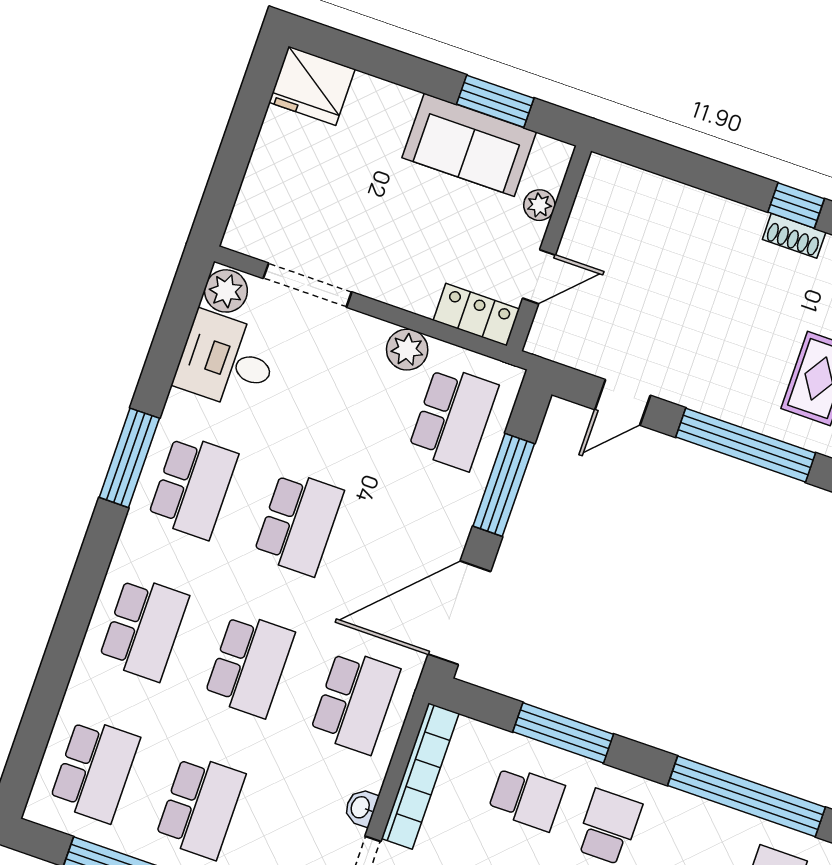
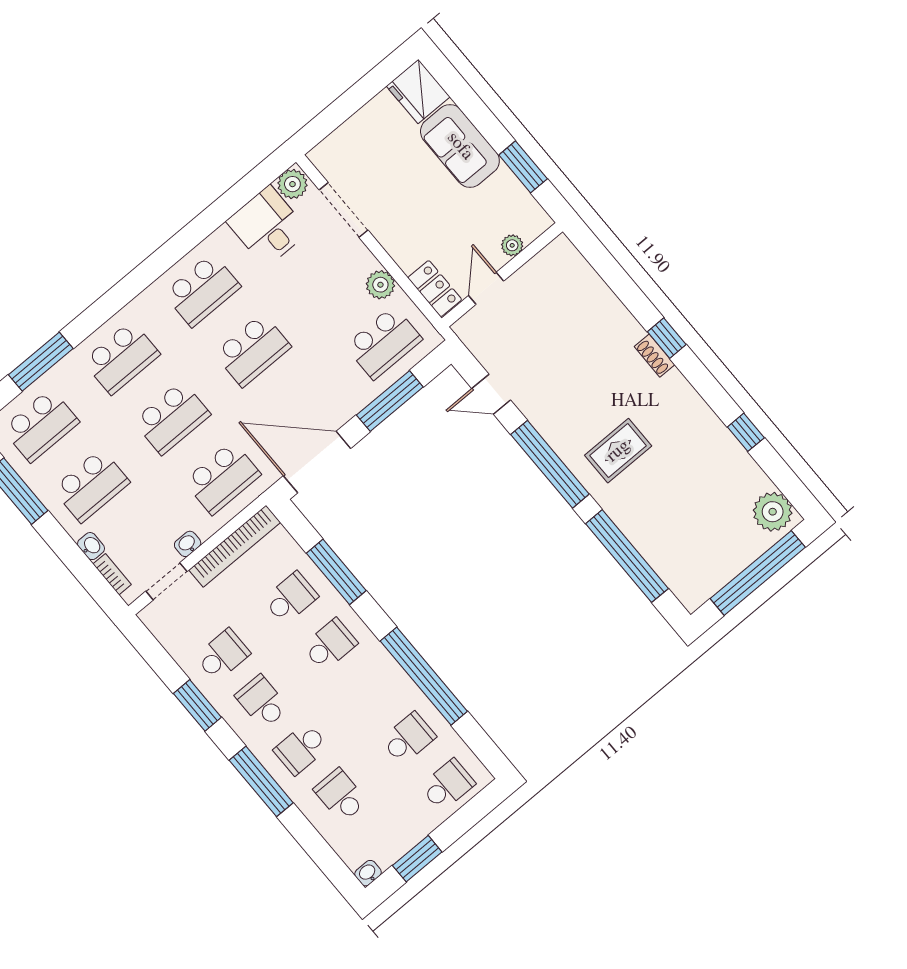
sofa: (469, 145) -> (460, 146), moved
door: (539, 277) -> (486, 288), swing flipped
window: (129, 458) -> (41, 362), moved
school desk: (526, 798) -> (291, 598), turned -90

